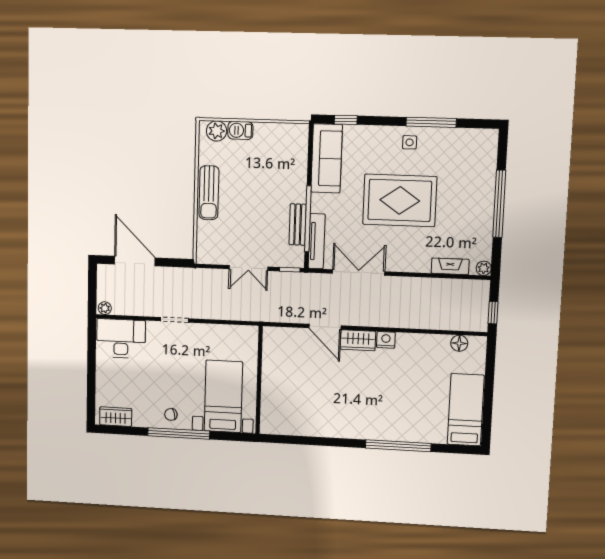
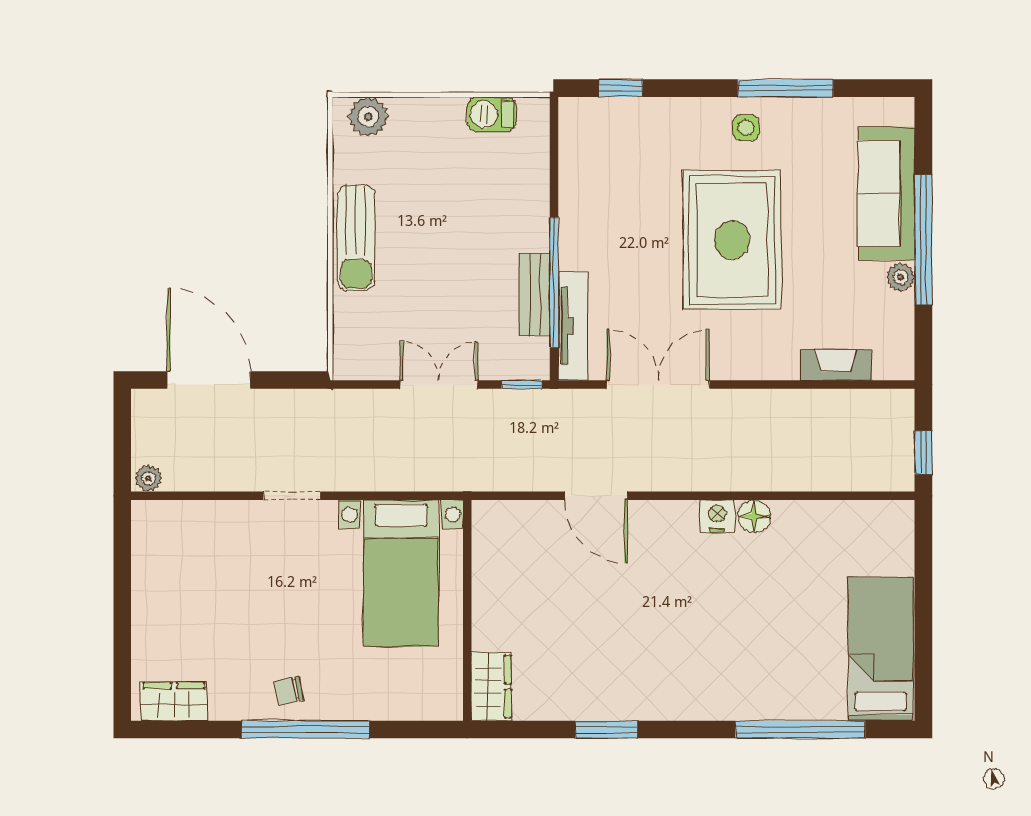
barbecue: (240, 130) -> (492, 114), moved
sofa: (327, 158) -> (886, 194), moved, turned 180
rug: (400, 200) -> (732, 240), turned 90
double door: (248, 268) -> (439, 385), swing flipped
plant: (484, 268) -> (901, 277), moved
desk: (121, 339) -> (183, 539), removed
wardrobe: (358, 340) -> (491, 687), moved, turned -90
floor lamp: (459, 343) -> (754, 516), moved
bed with nightstands: (223, 396) -> (401, 573), moved, turned 180
window: (326, 442) -> (606, 729), added
window: (398, 446) -> (800, 729), moved

